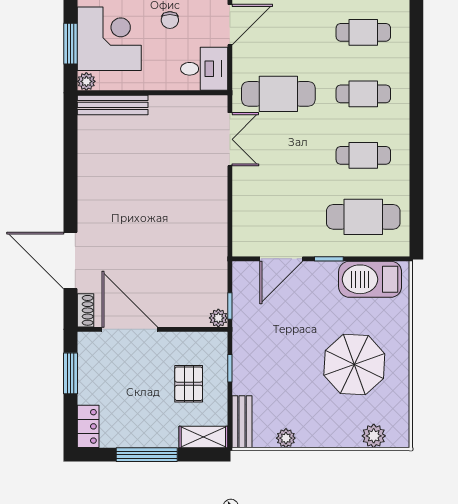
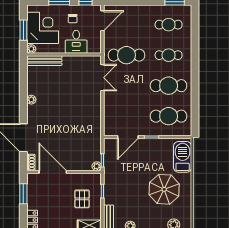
desk: (204, 69) -> (76, 42), moved, turned 90
cafe table: (363, 155) -> (169, 86), width x1.37, depth x1.35
plant: (86, 184) -> (31, 100), added
barbecue: (370, 279) -> (183, 157), moved, turned 90

